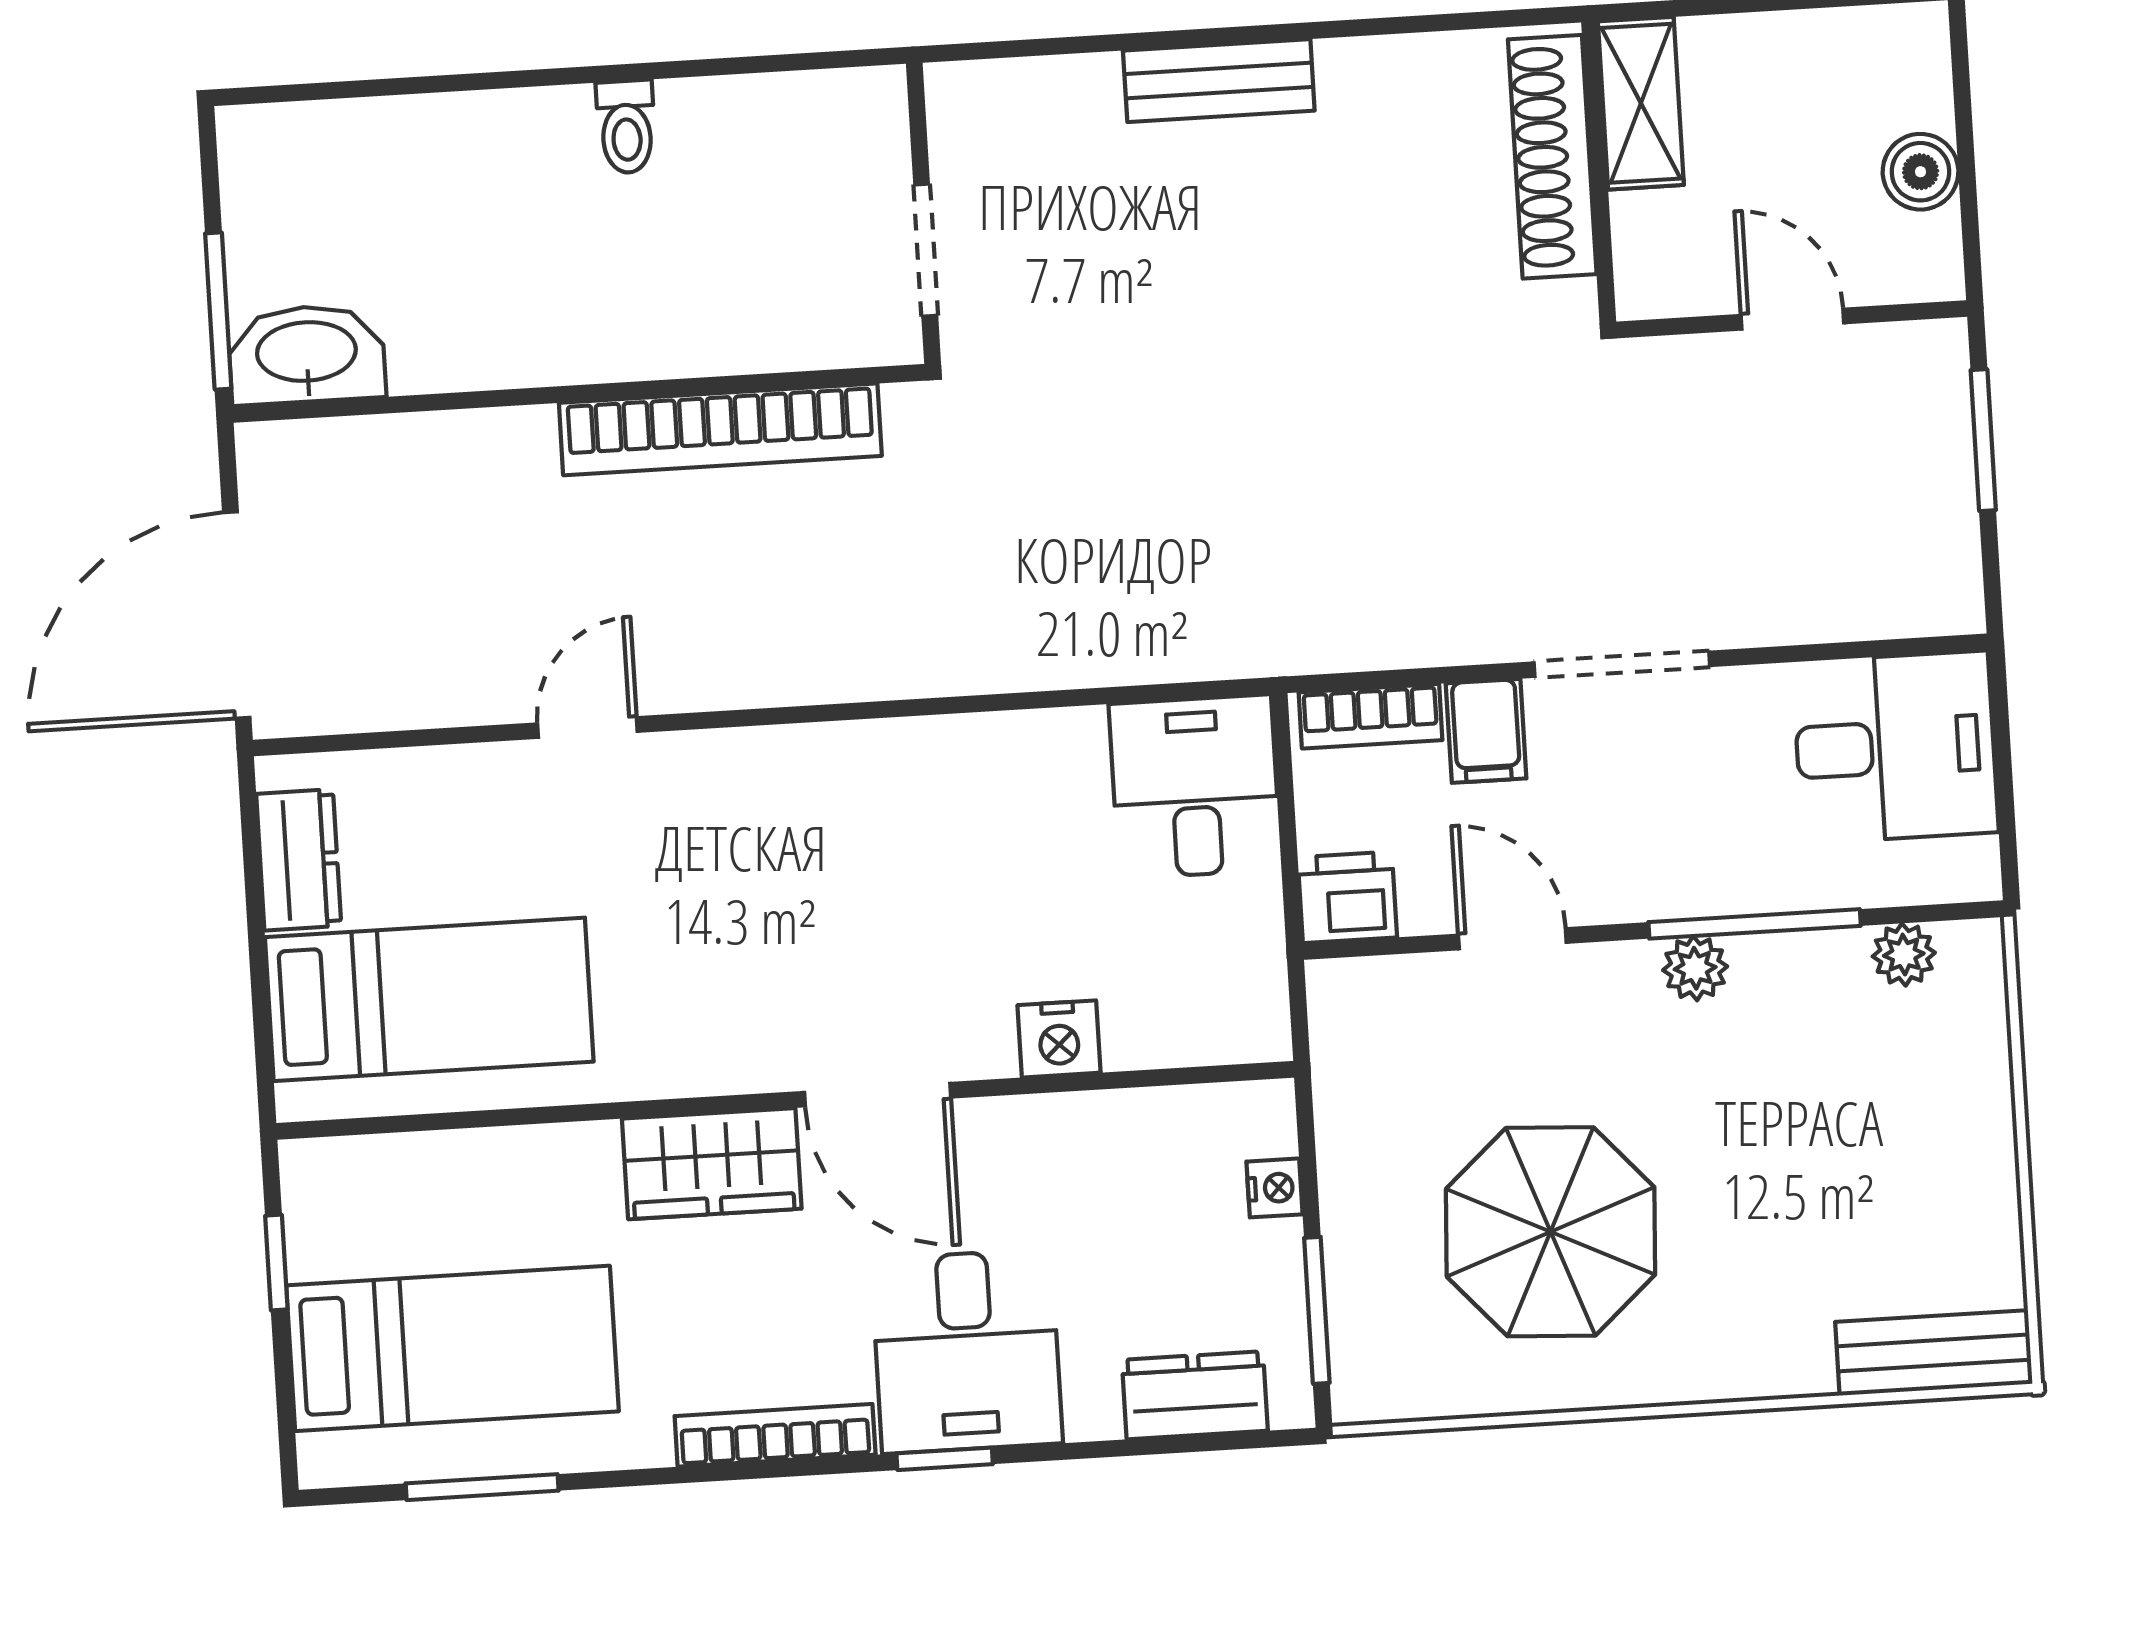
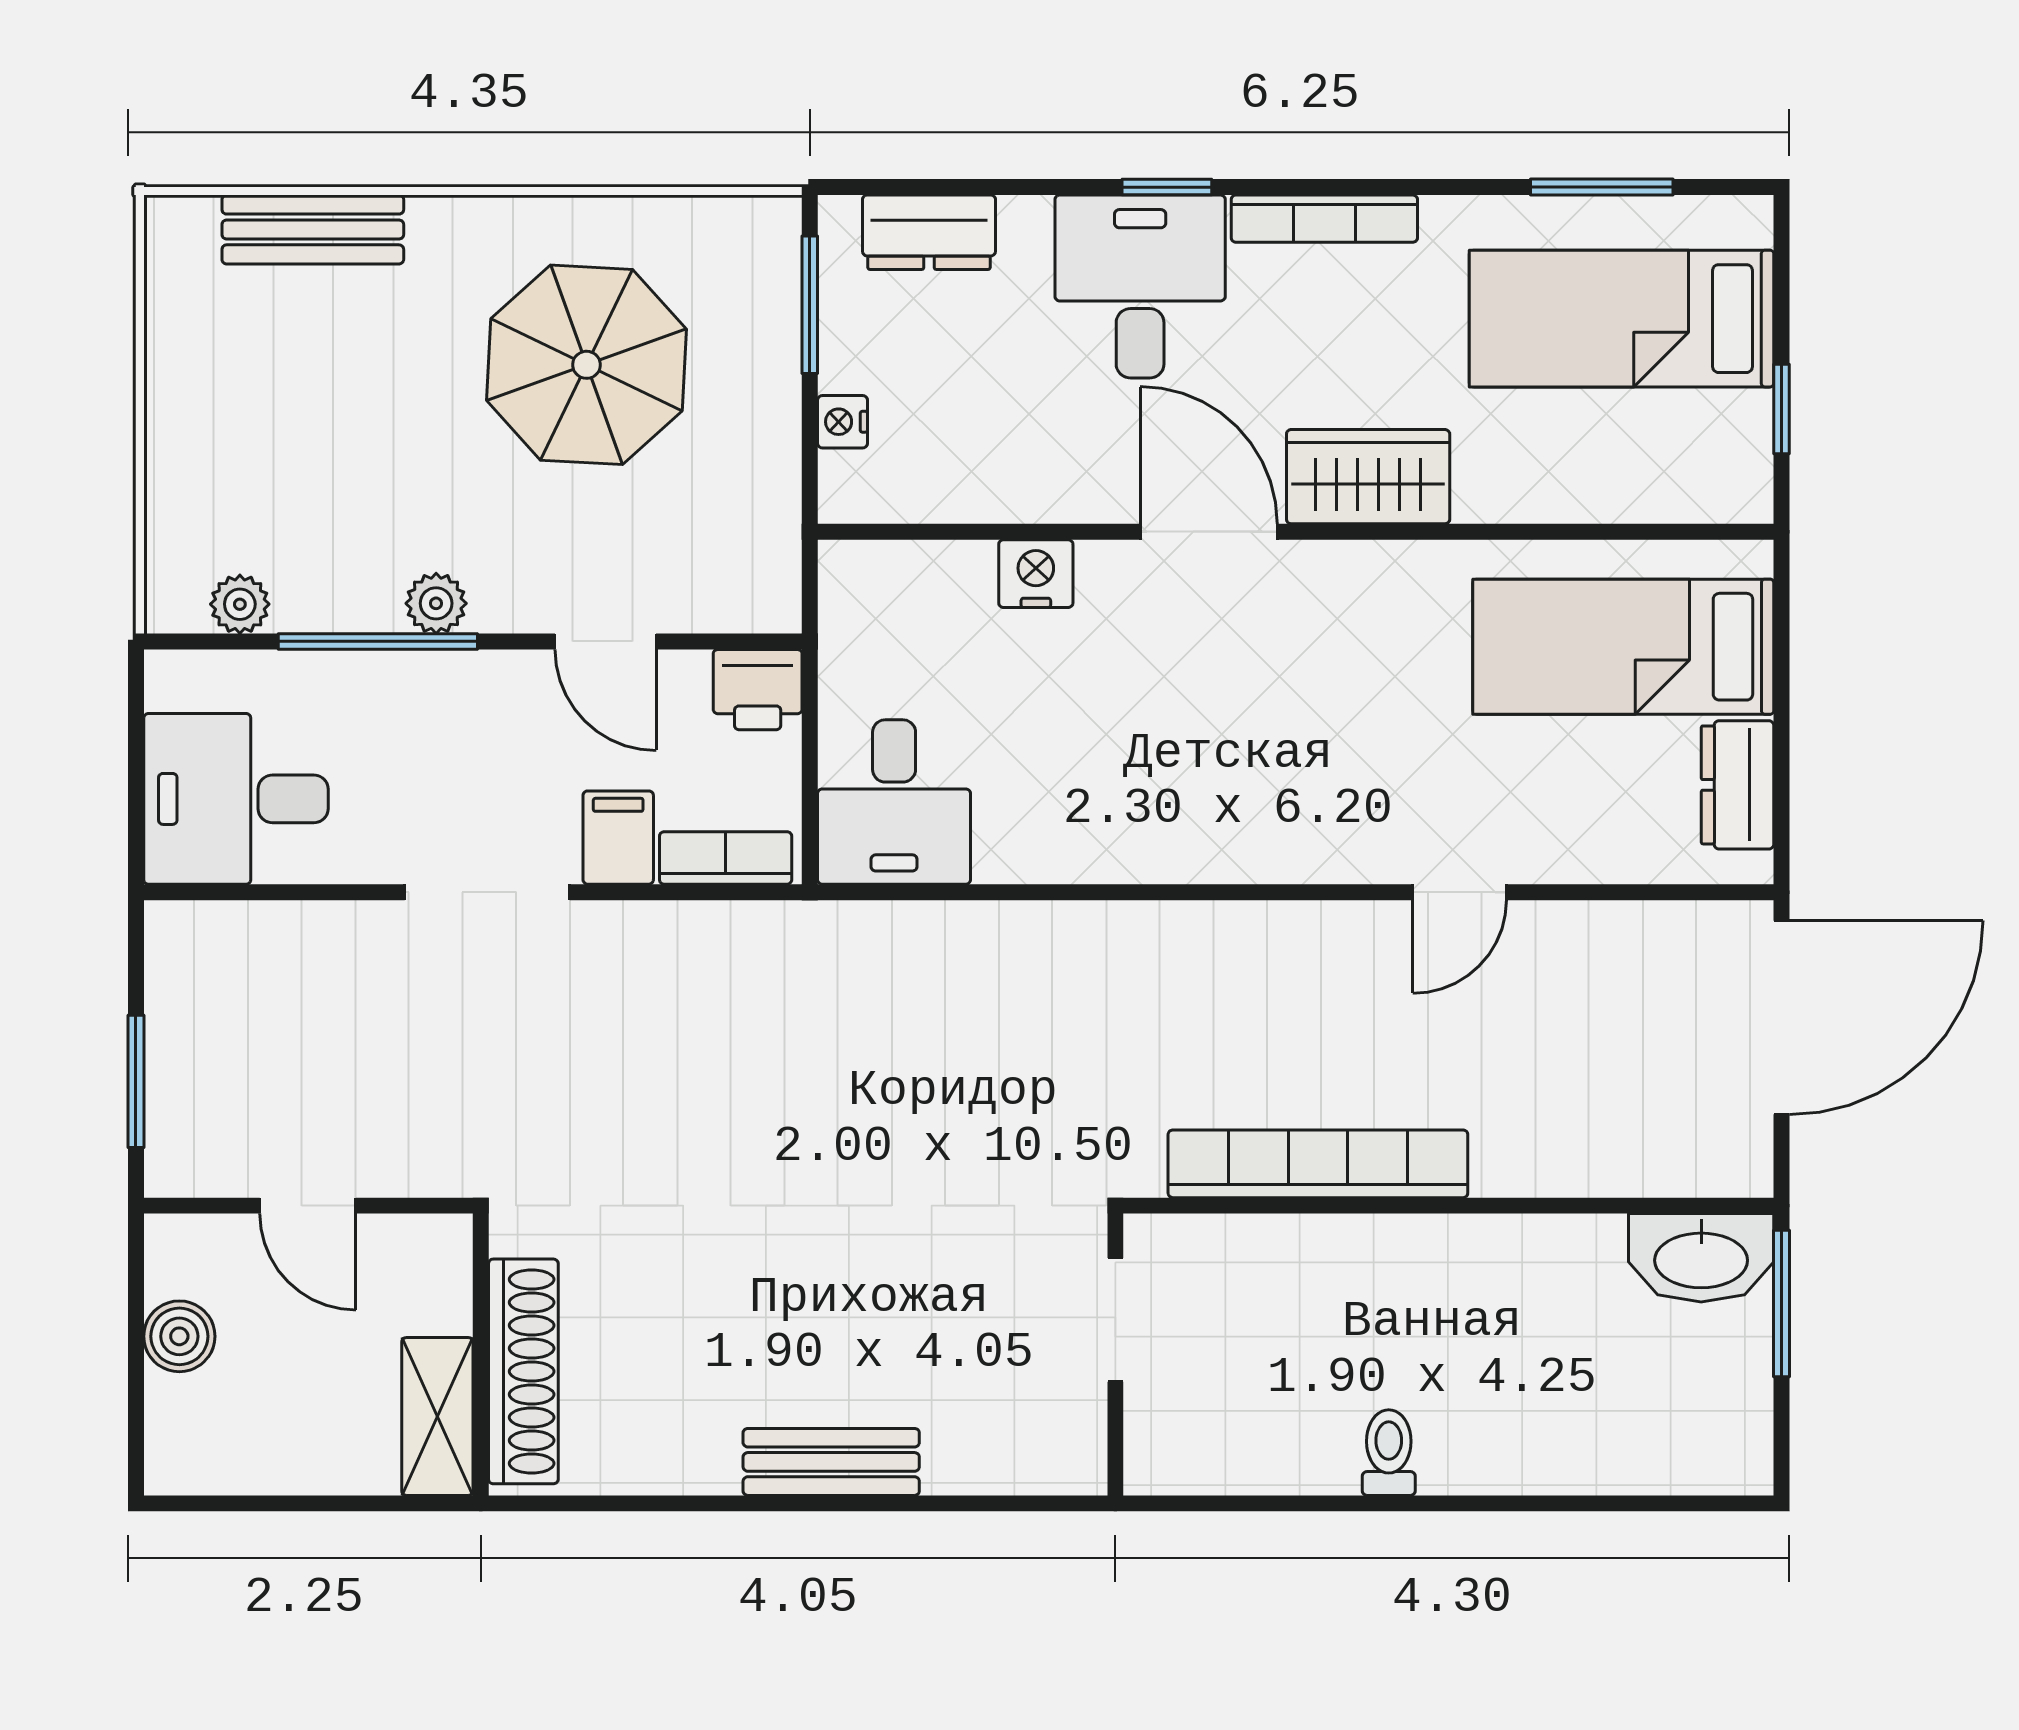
bench: (1934, 1353) -> (313, 229), moved

